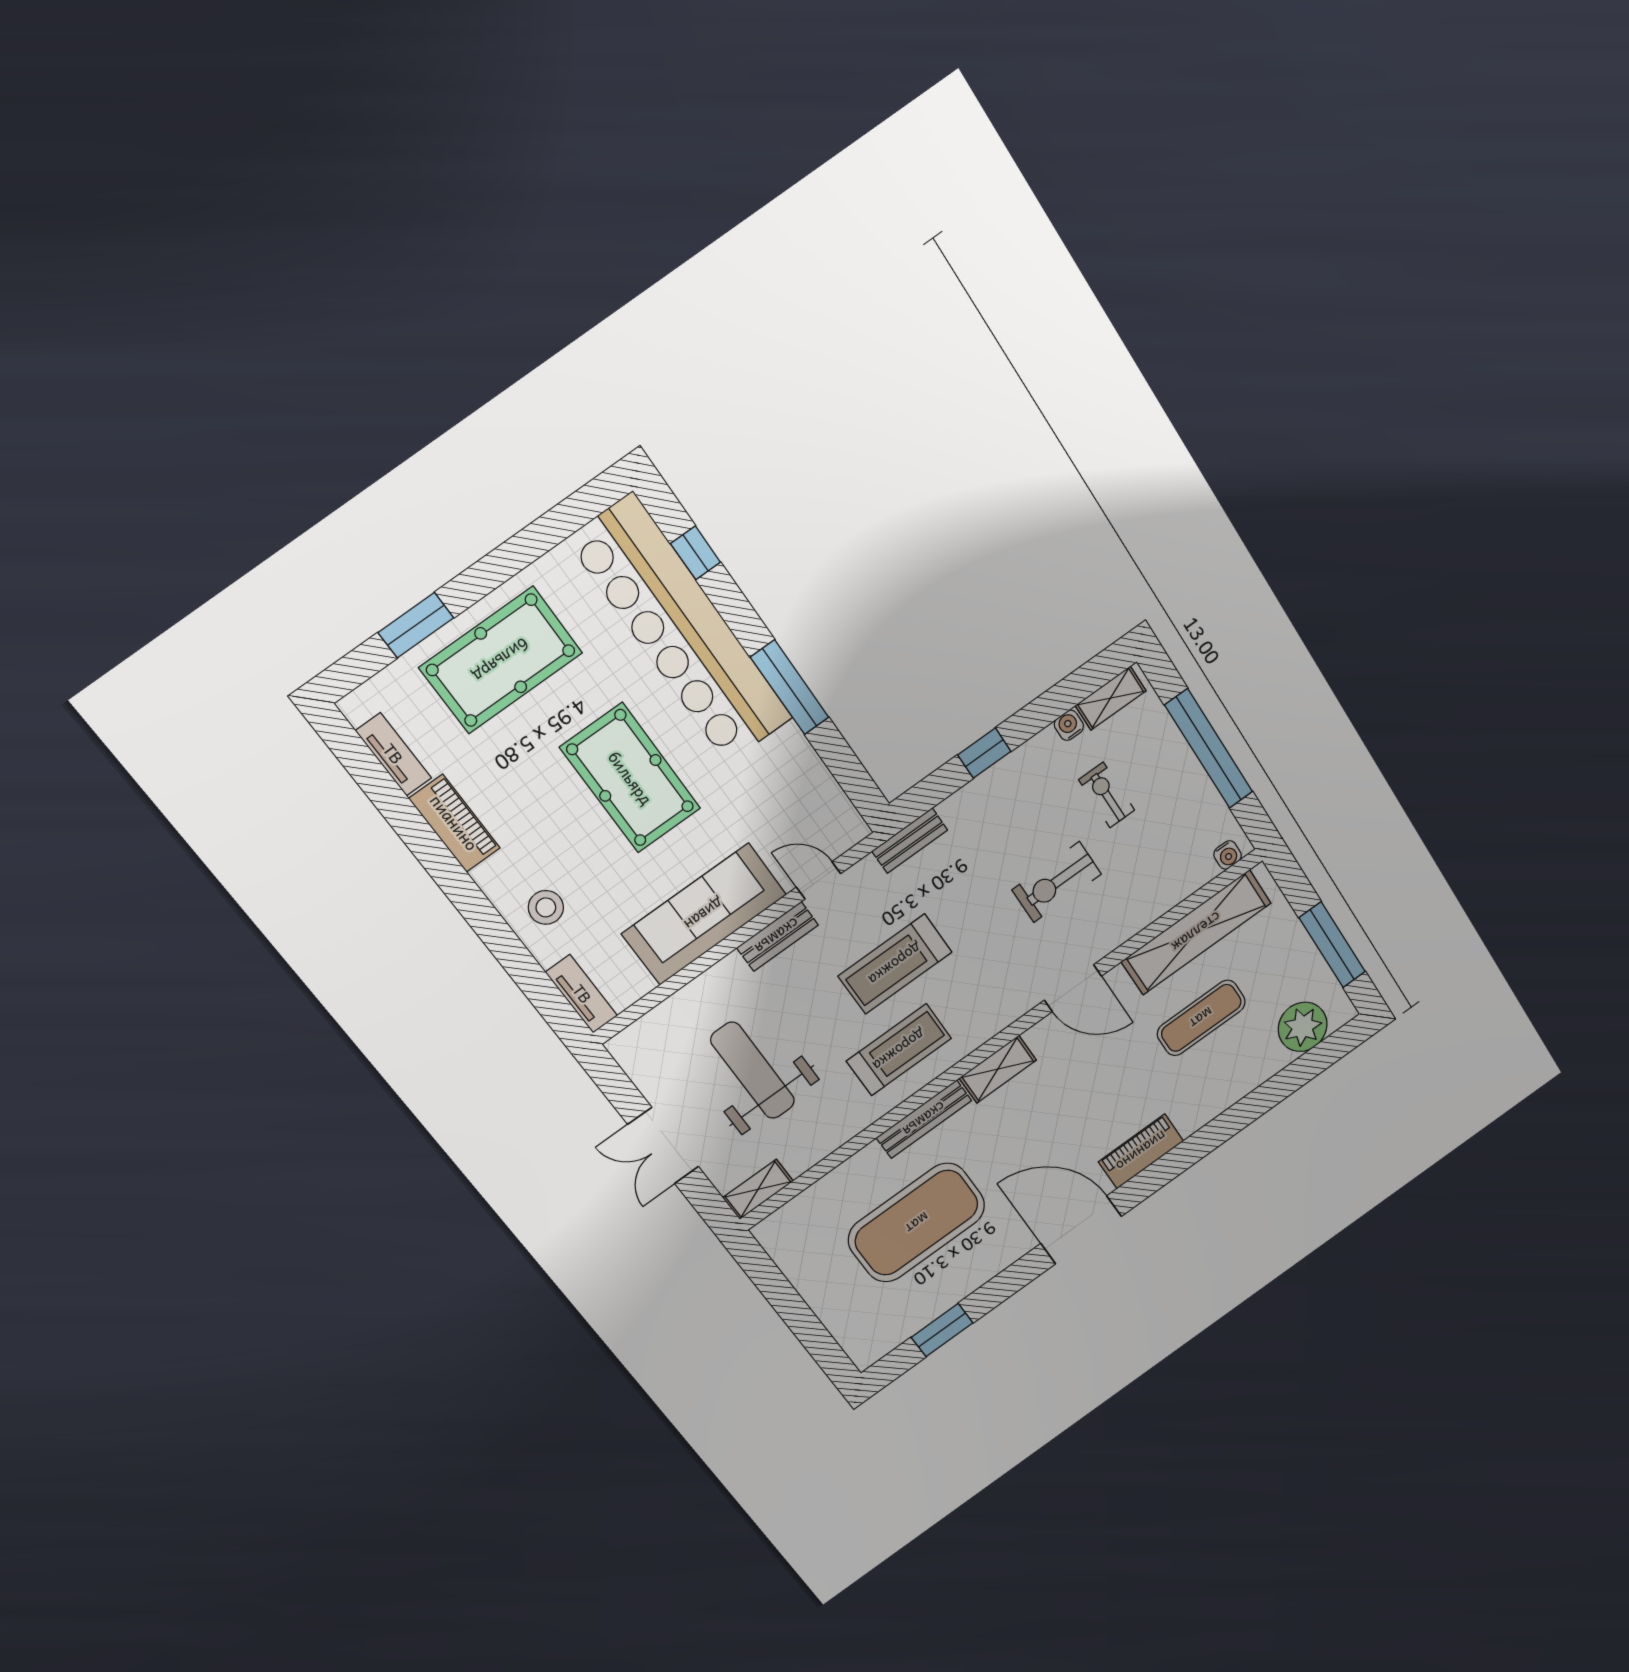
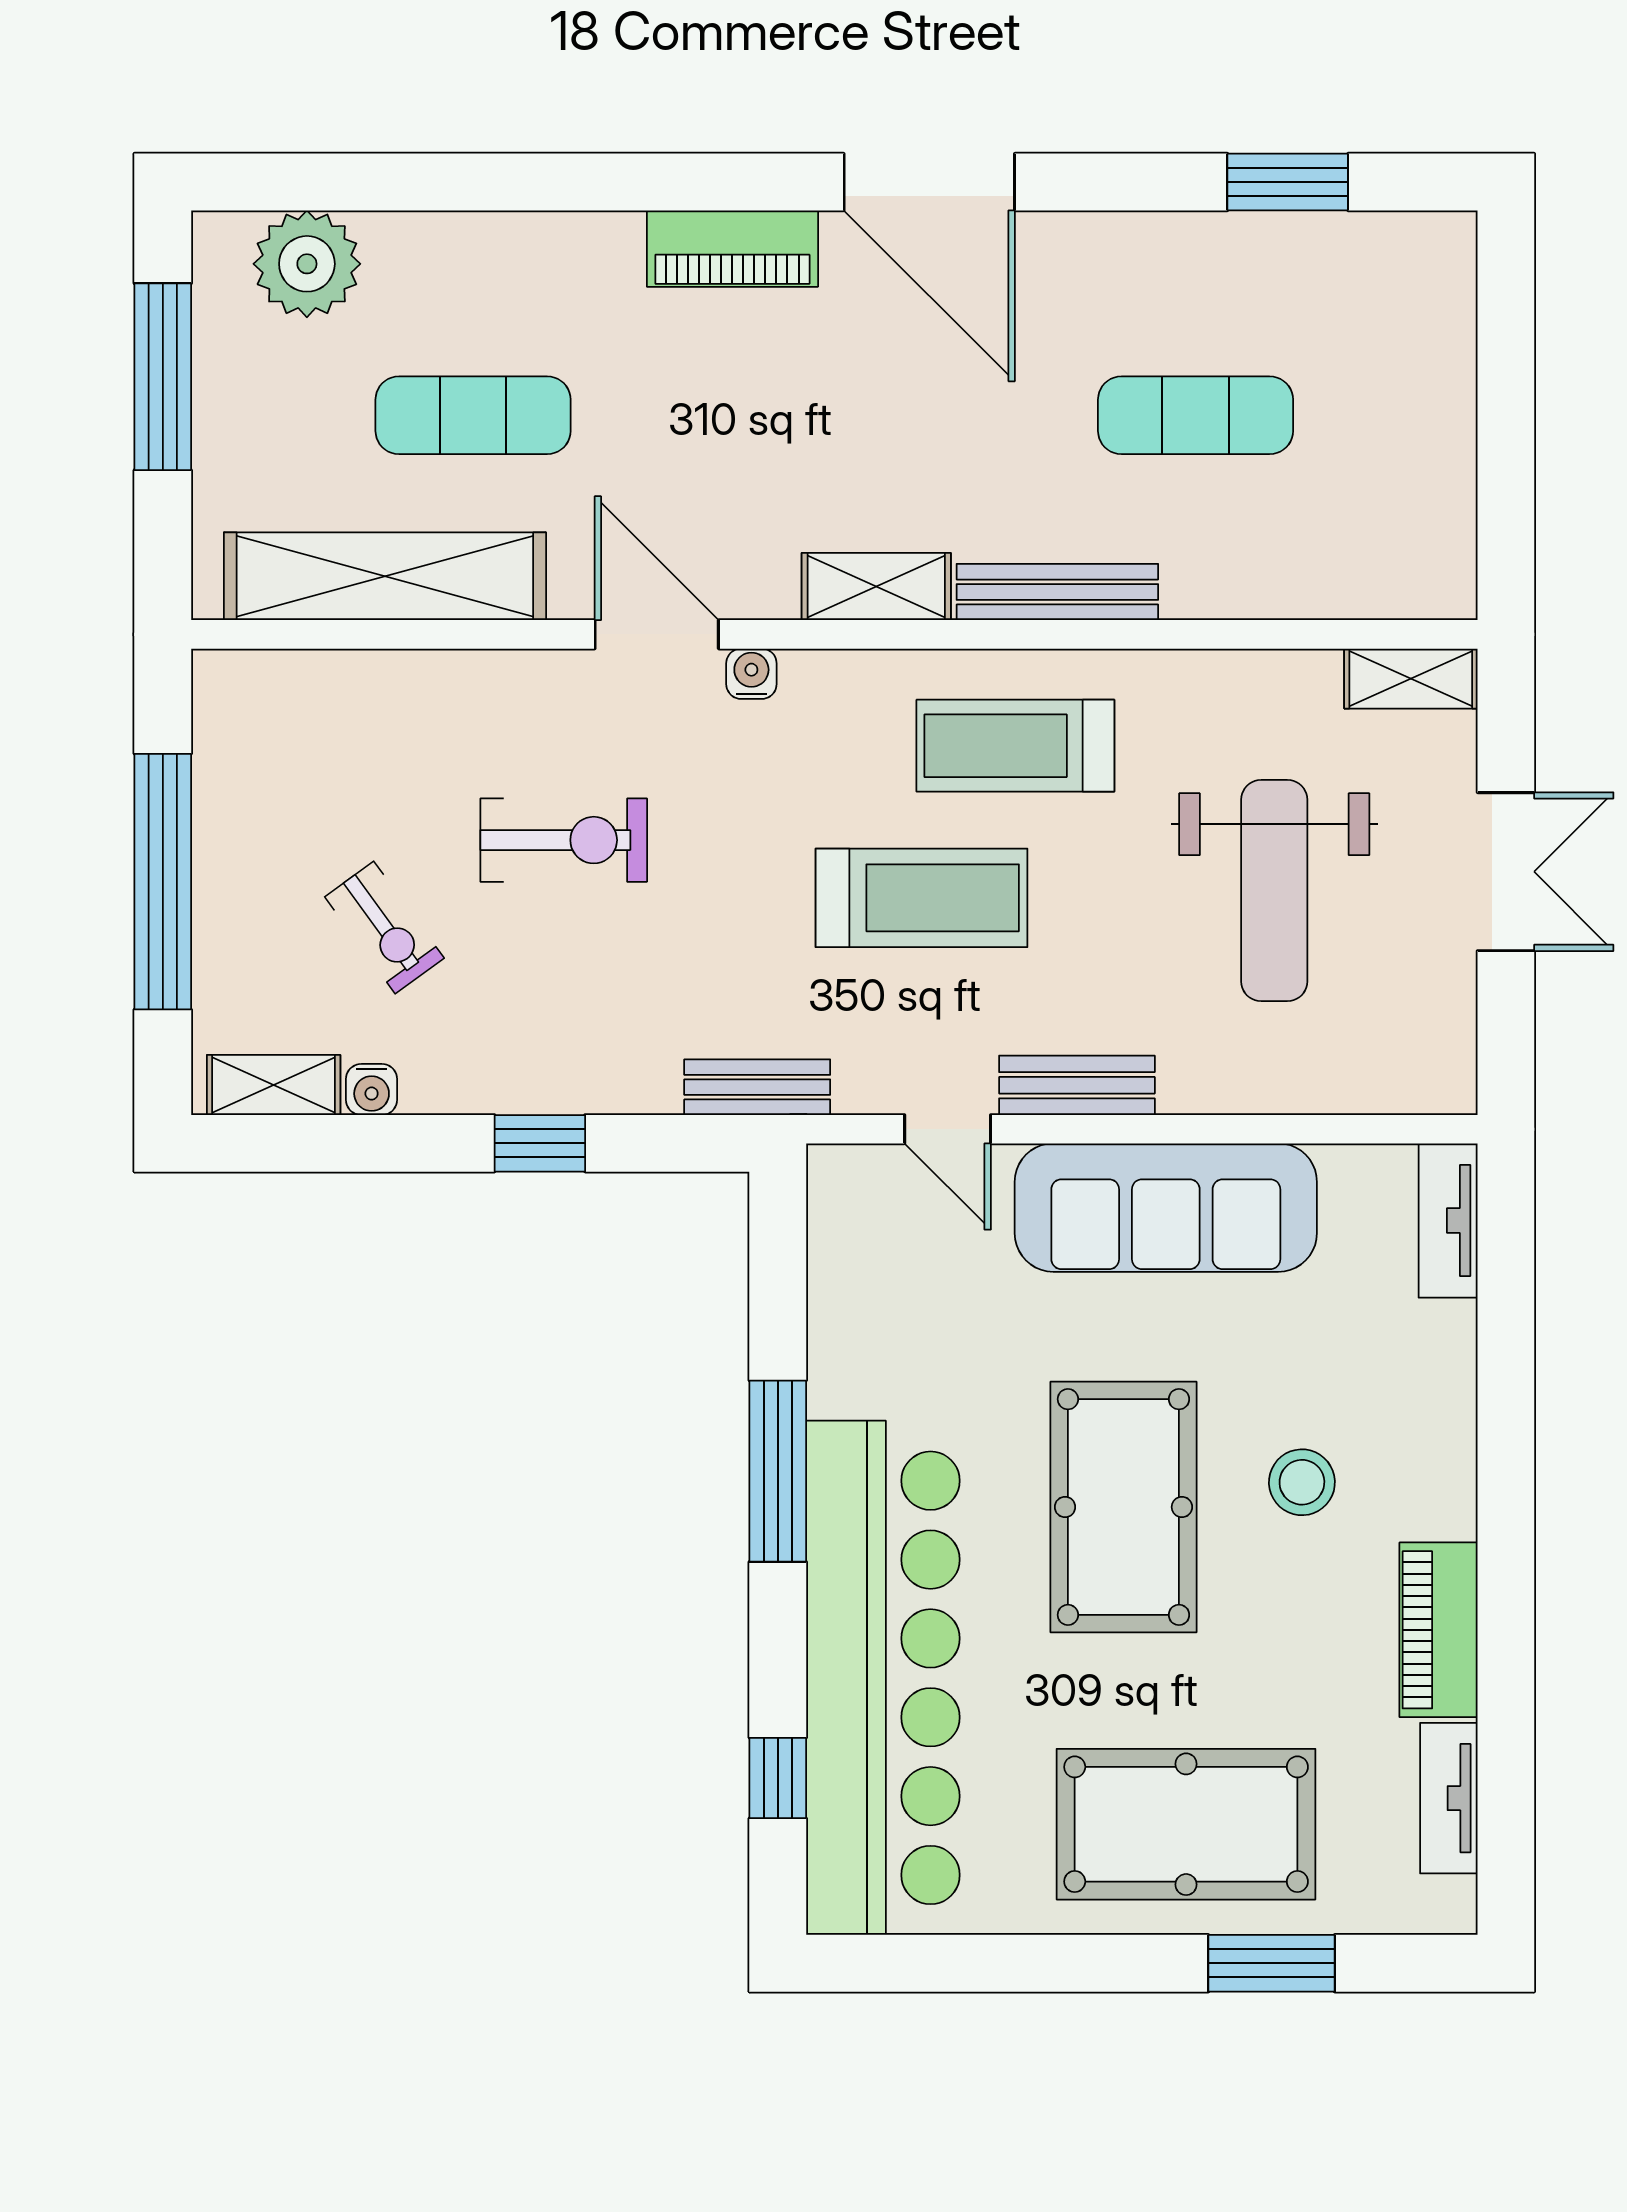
exercise bike: (1107, 795) -> (384, 927), turned -36
water cooler: (1228, 855) -> (751, 674), moved
stool: (546, 907) -> (1302, 1482), moved
exercise mat: (917, 1223) -> (1196, 415), width x0.50, depth x0.69

